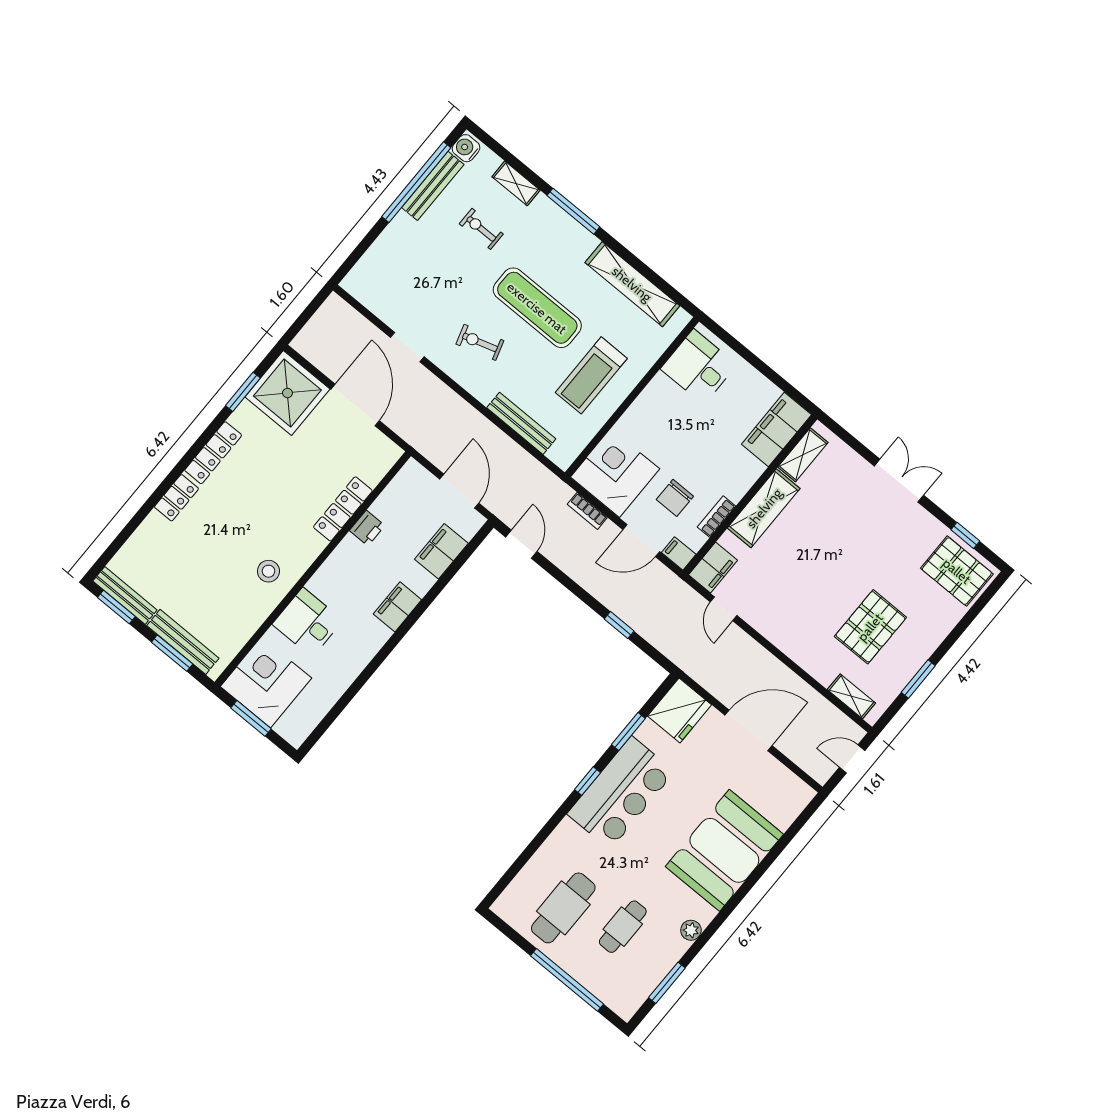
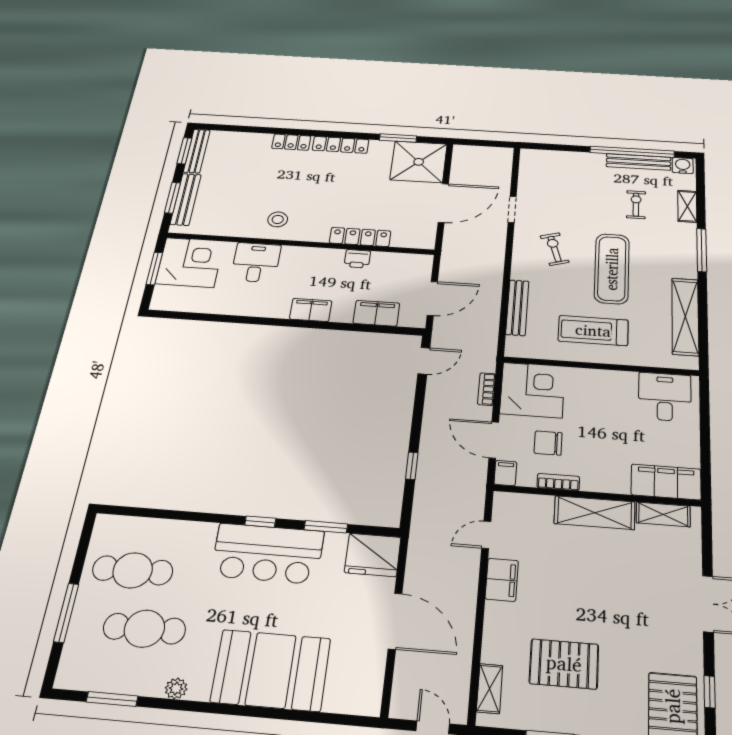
filing cabinet: (713, 568) -> (502, 580), moved, turned -90
cafe table: (623, 927) -> (144, 629), width x1.37, depth x1.35
window: (567, 980) -> (66, 613), width x0.68

